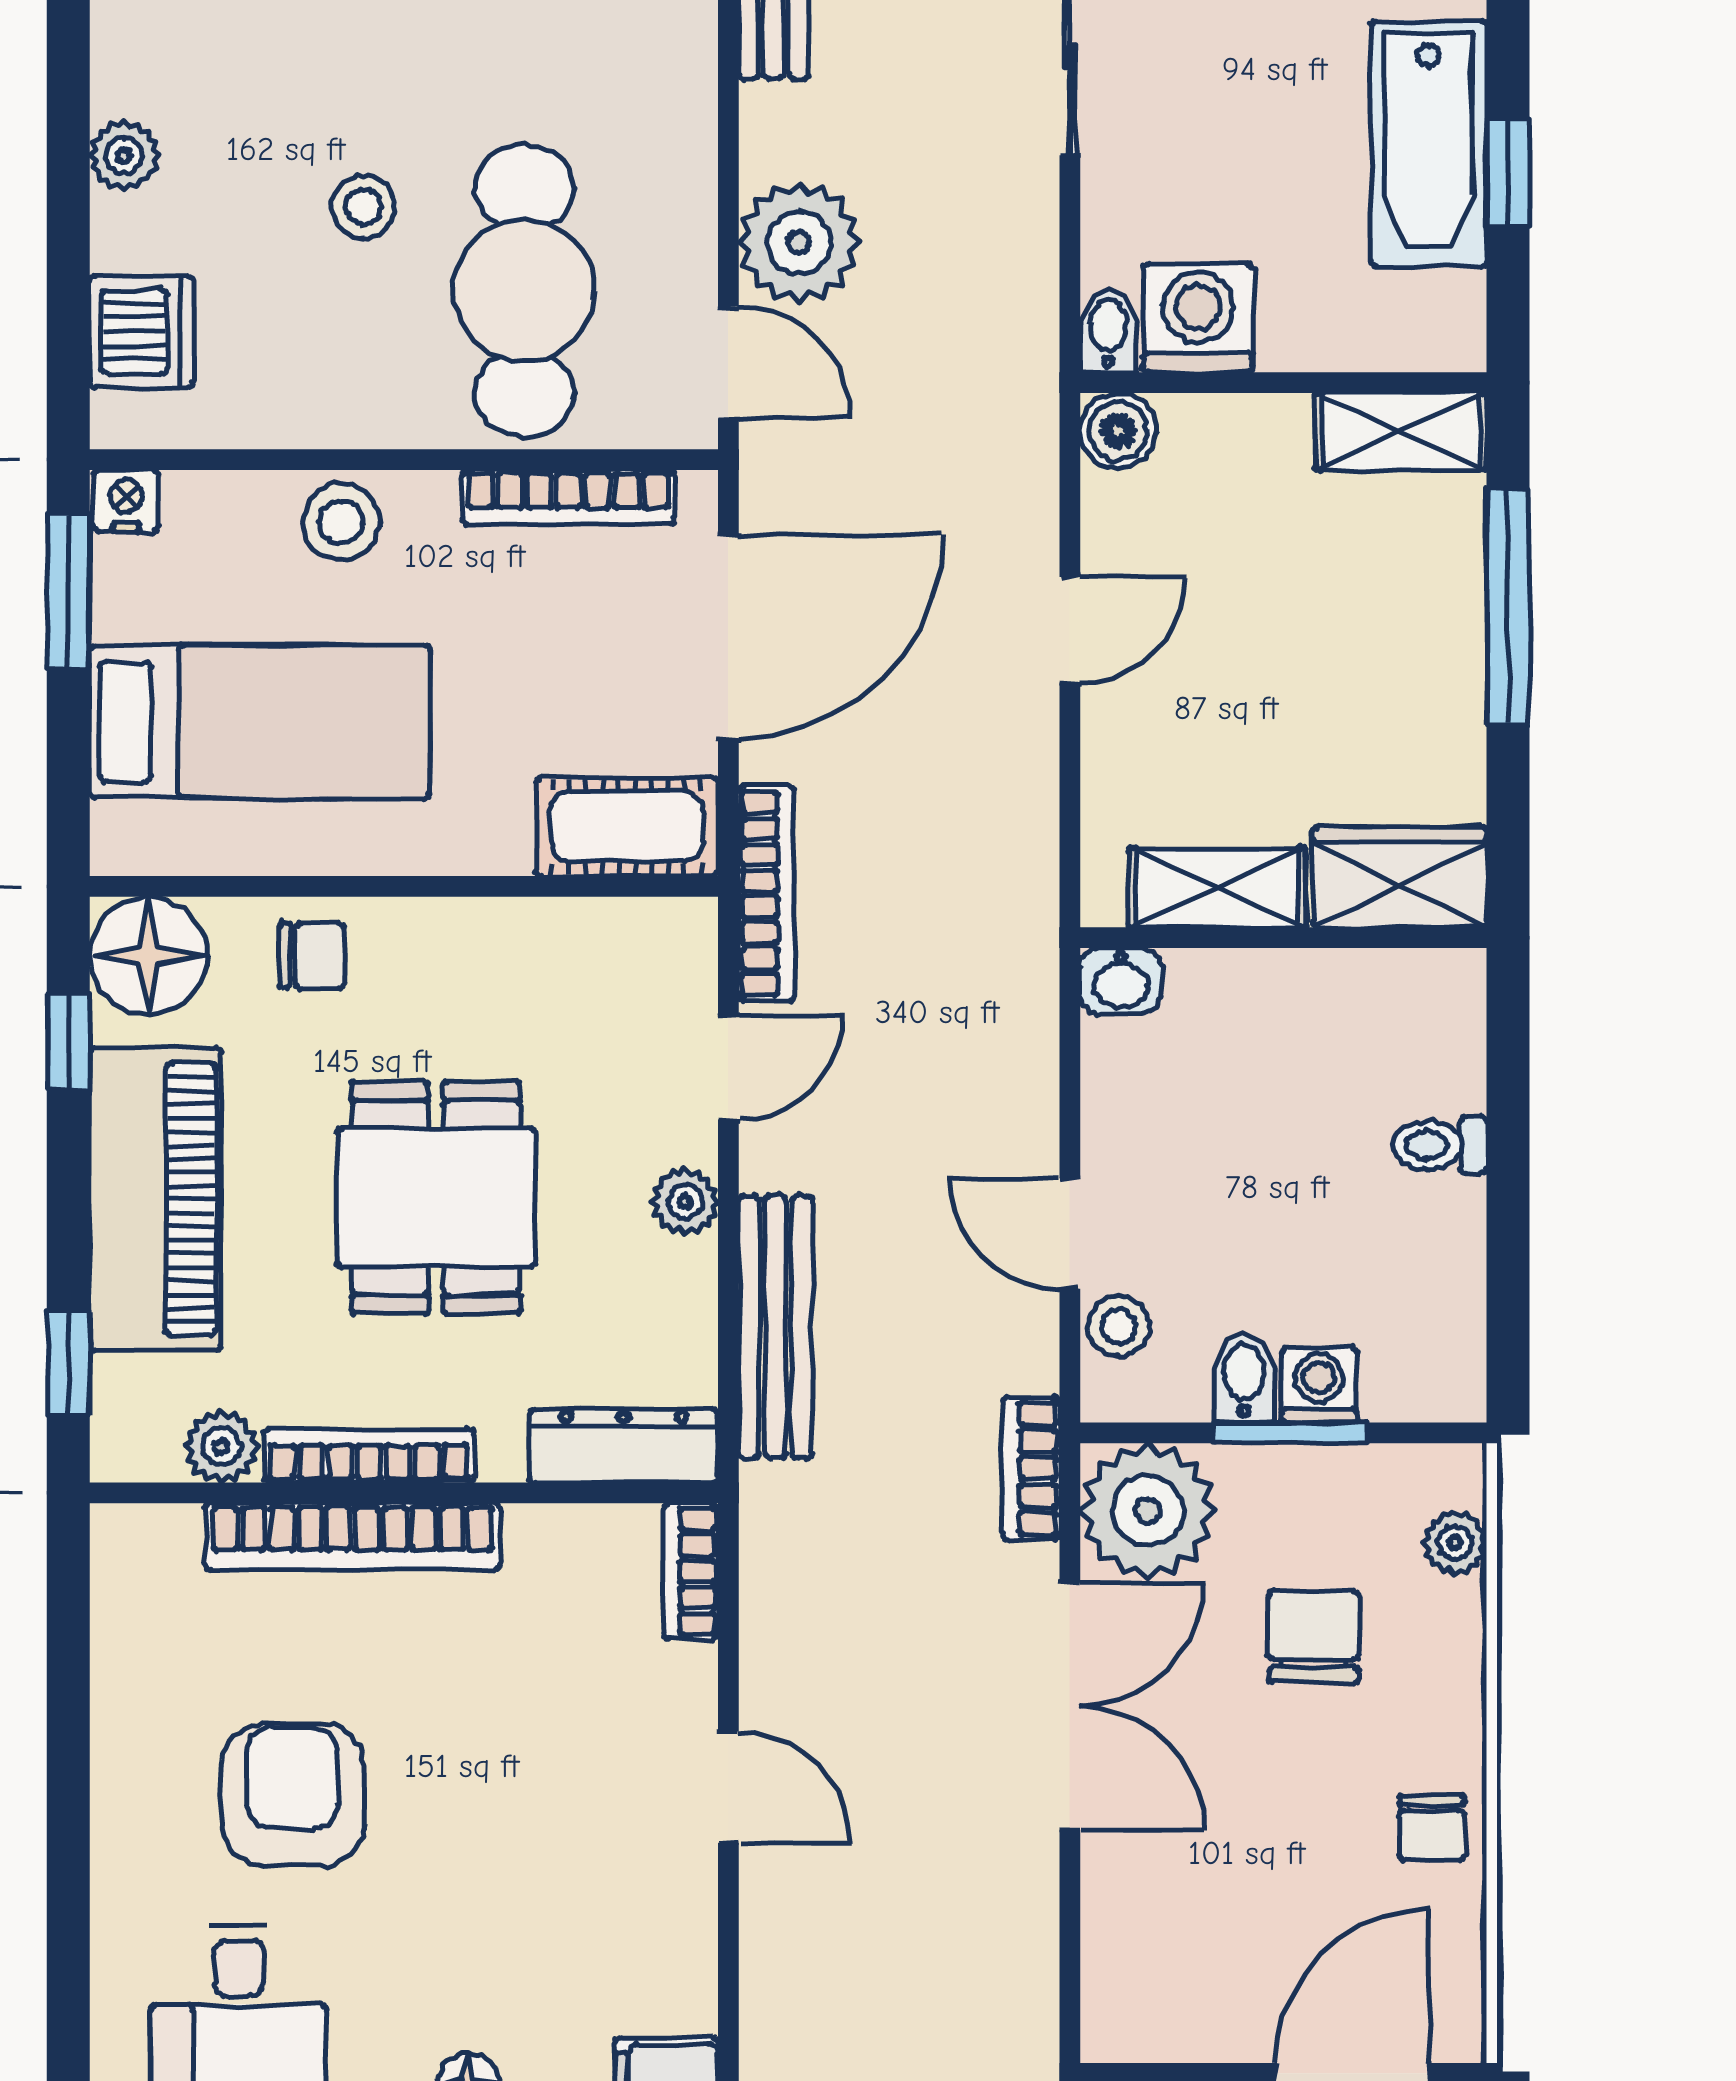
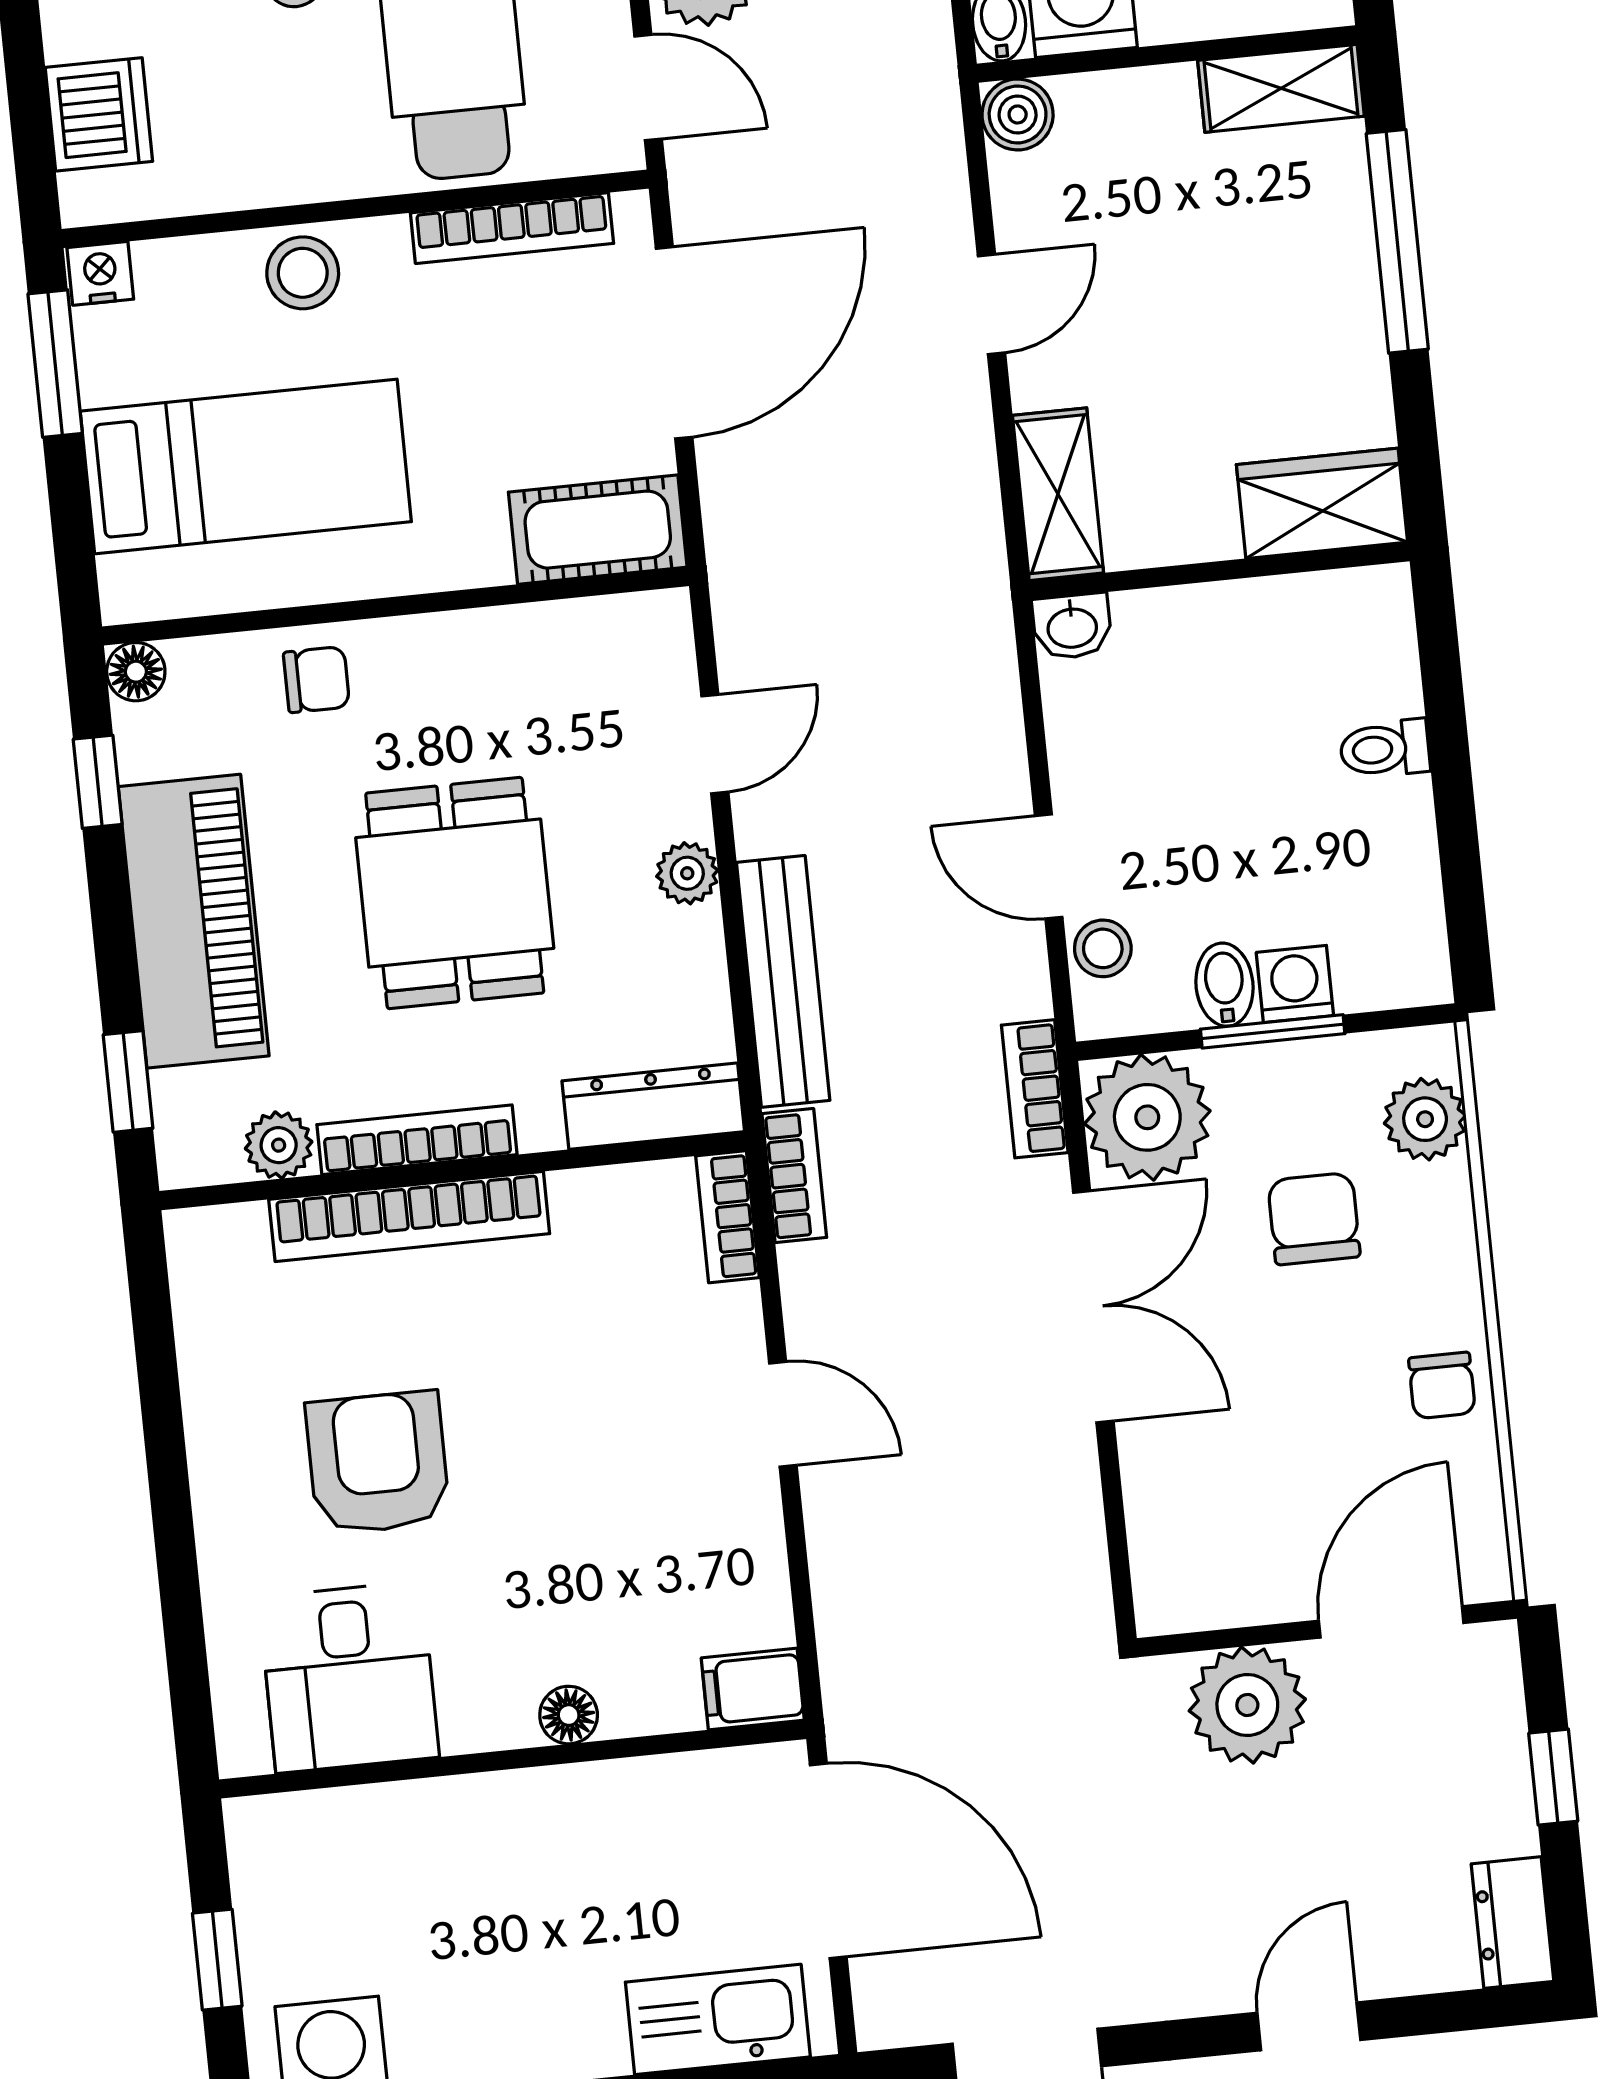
shelving: (1217, 888) -> (1058, 494), moved, turned 90
bookcase: (766, 894) -> (794, 1176), moved, width x0.64
floor lamp: (148, 956) -> (136, 672), width x0.53, depth x0.53
plant: (1455, 1543) -> (1425, 1119), width x1.38, depth x1.38

